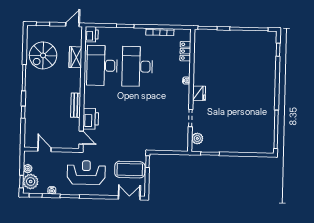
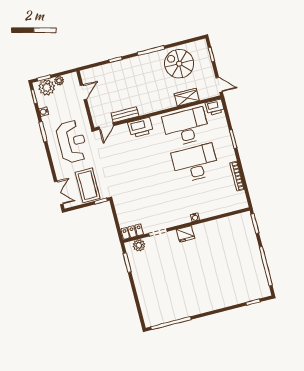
locker: (185, 51) -> (132, 232), moved
bench: (76, 105) -> (125, 115), moved
printer: (91, 119) -> (141, 127), moved

